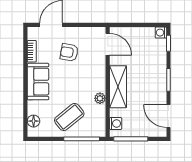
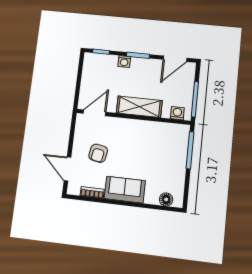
washing machine: (161, 33) -> (124, 62), moved
plant: (100, 98) -> (149, 127), removed
coffee table: (69, 117) -> (166, 161), removed

